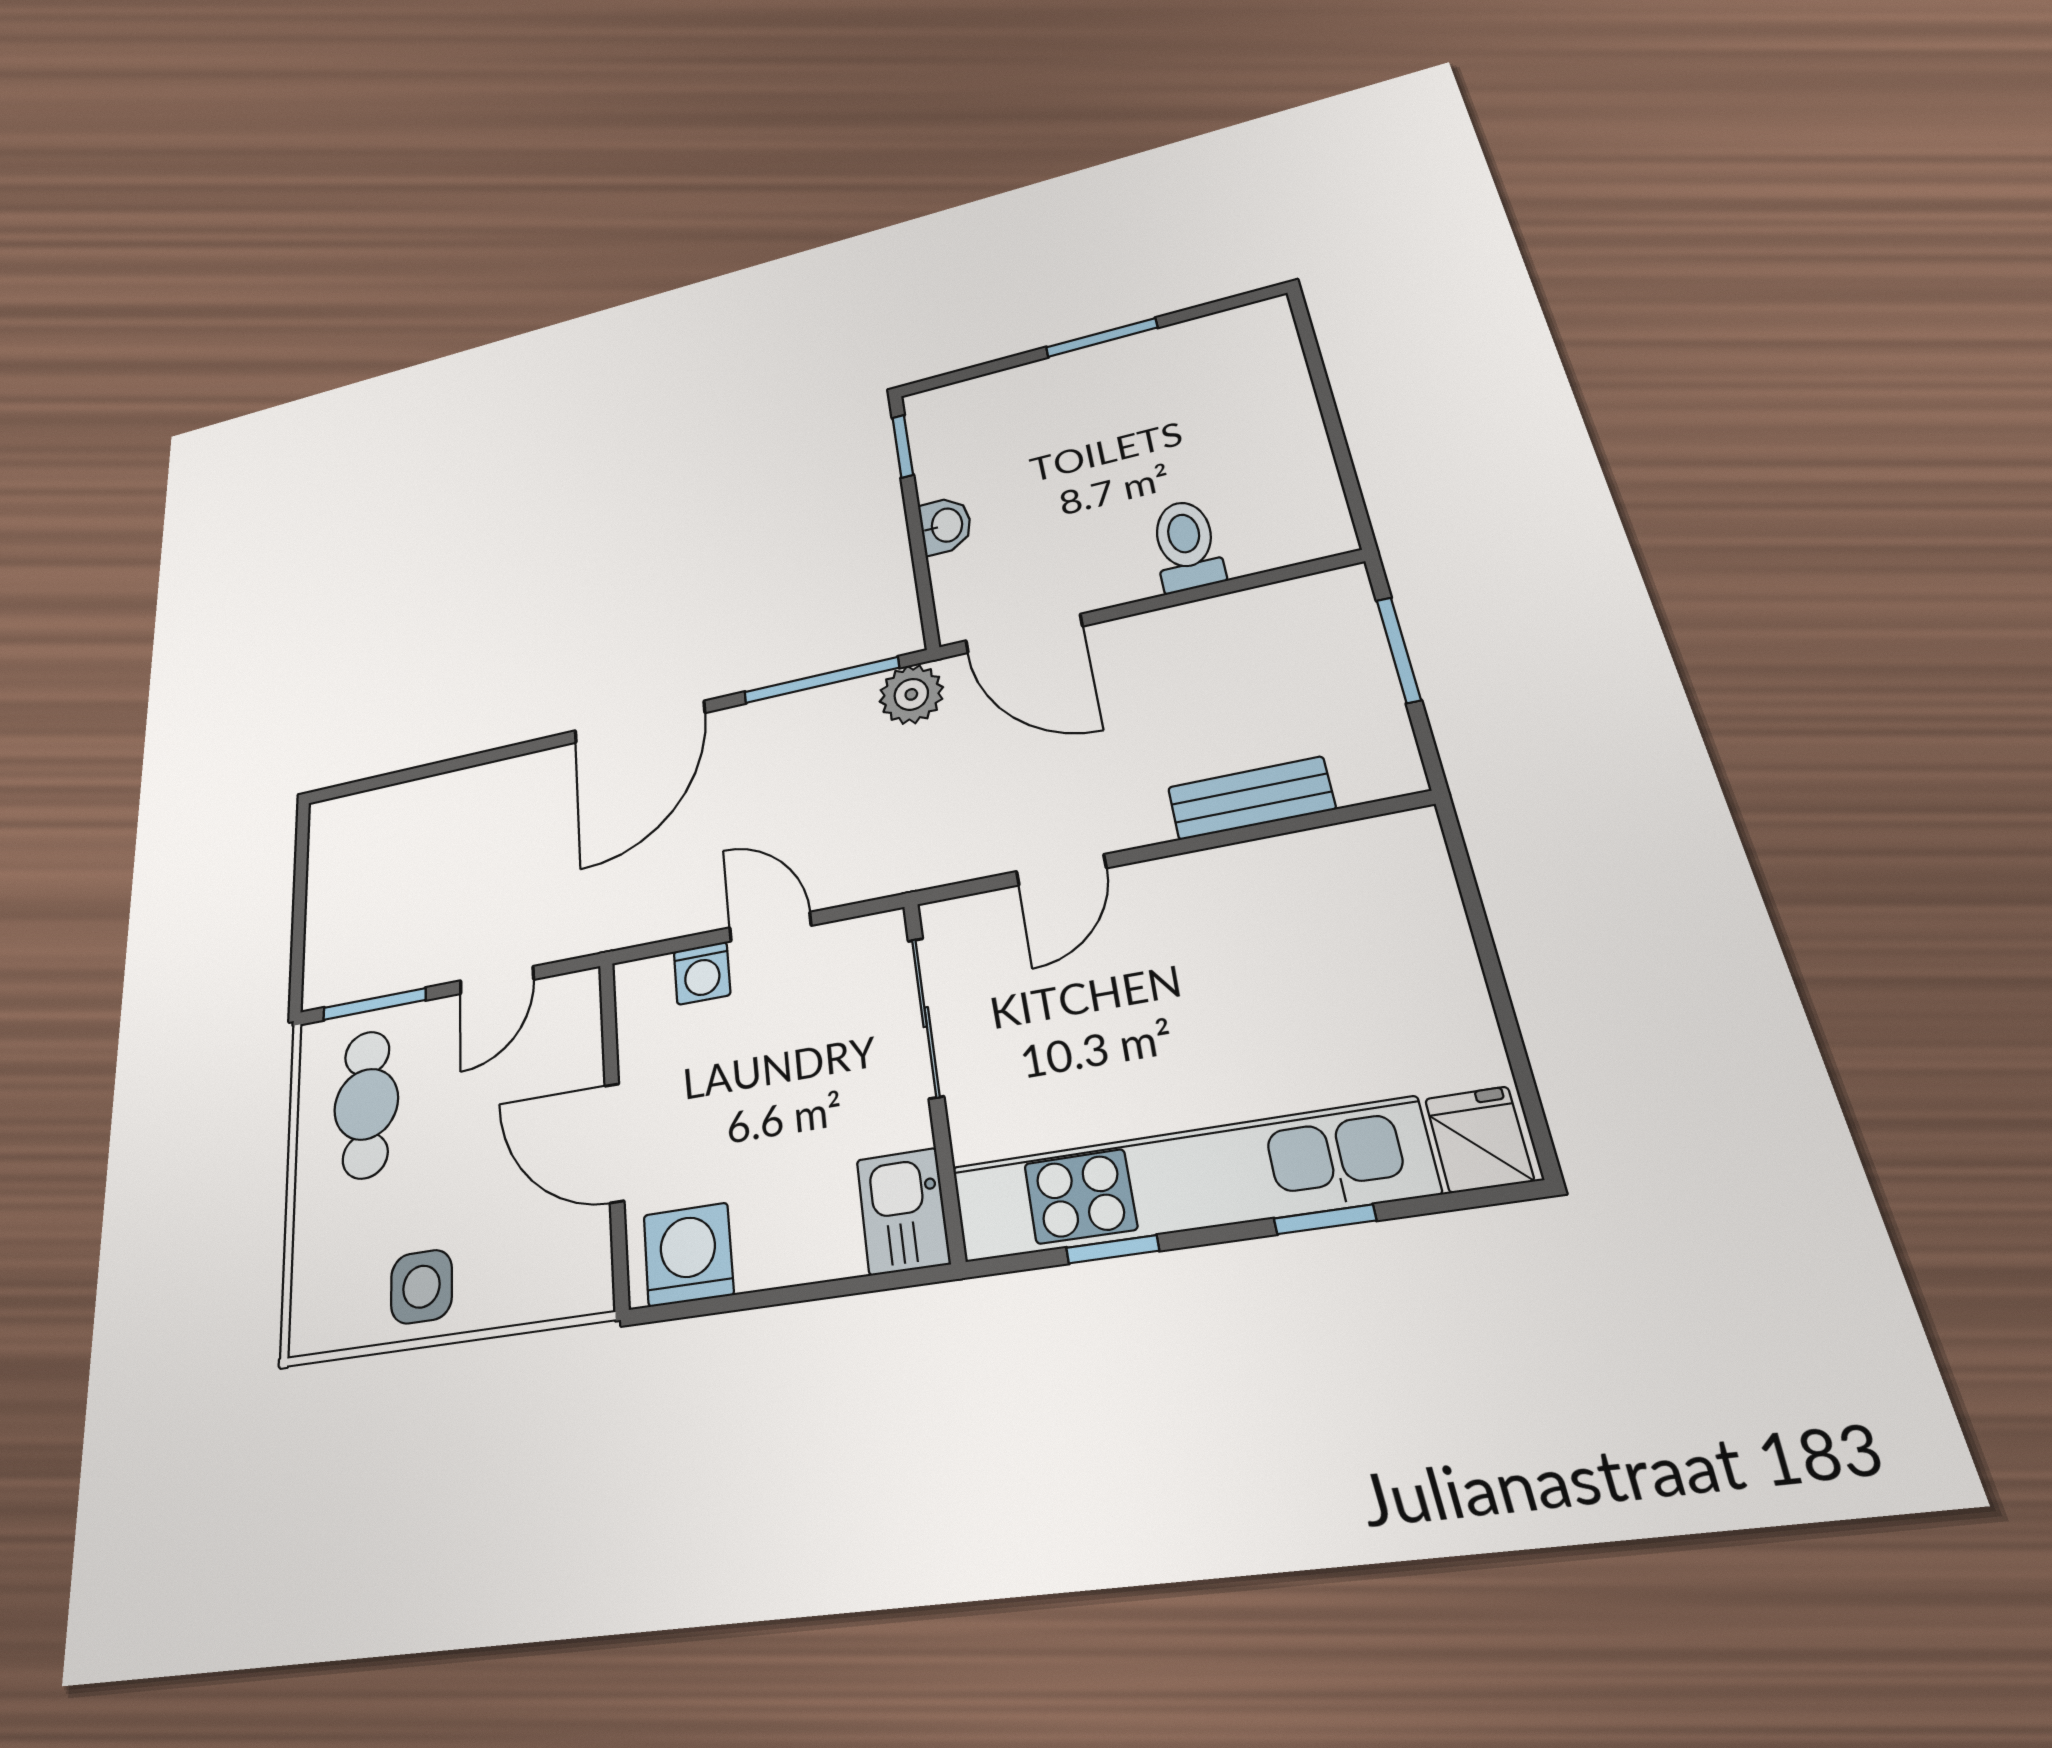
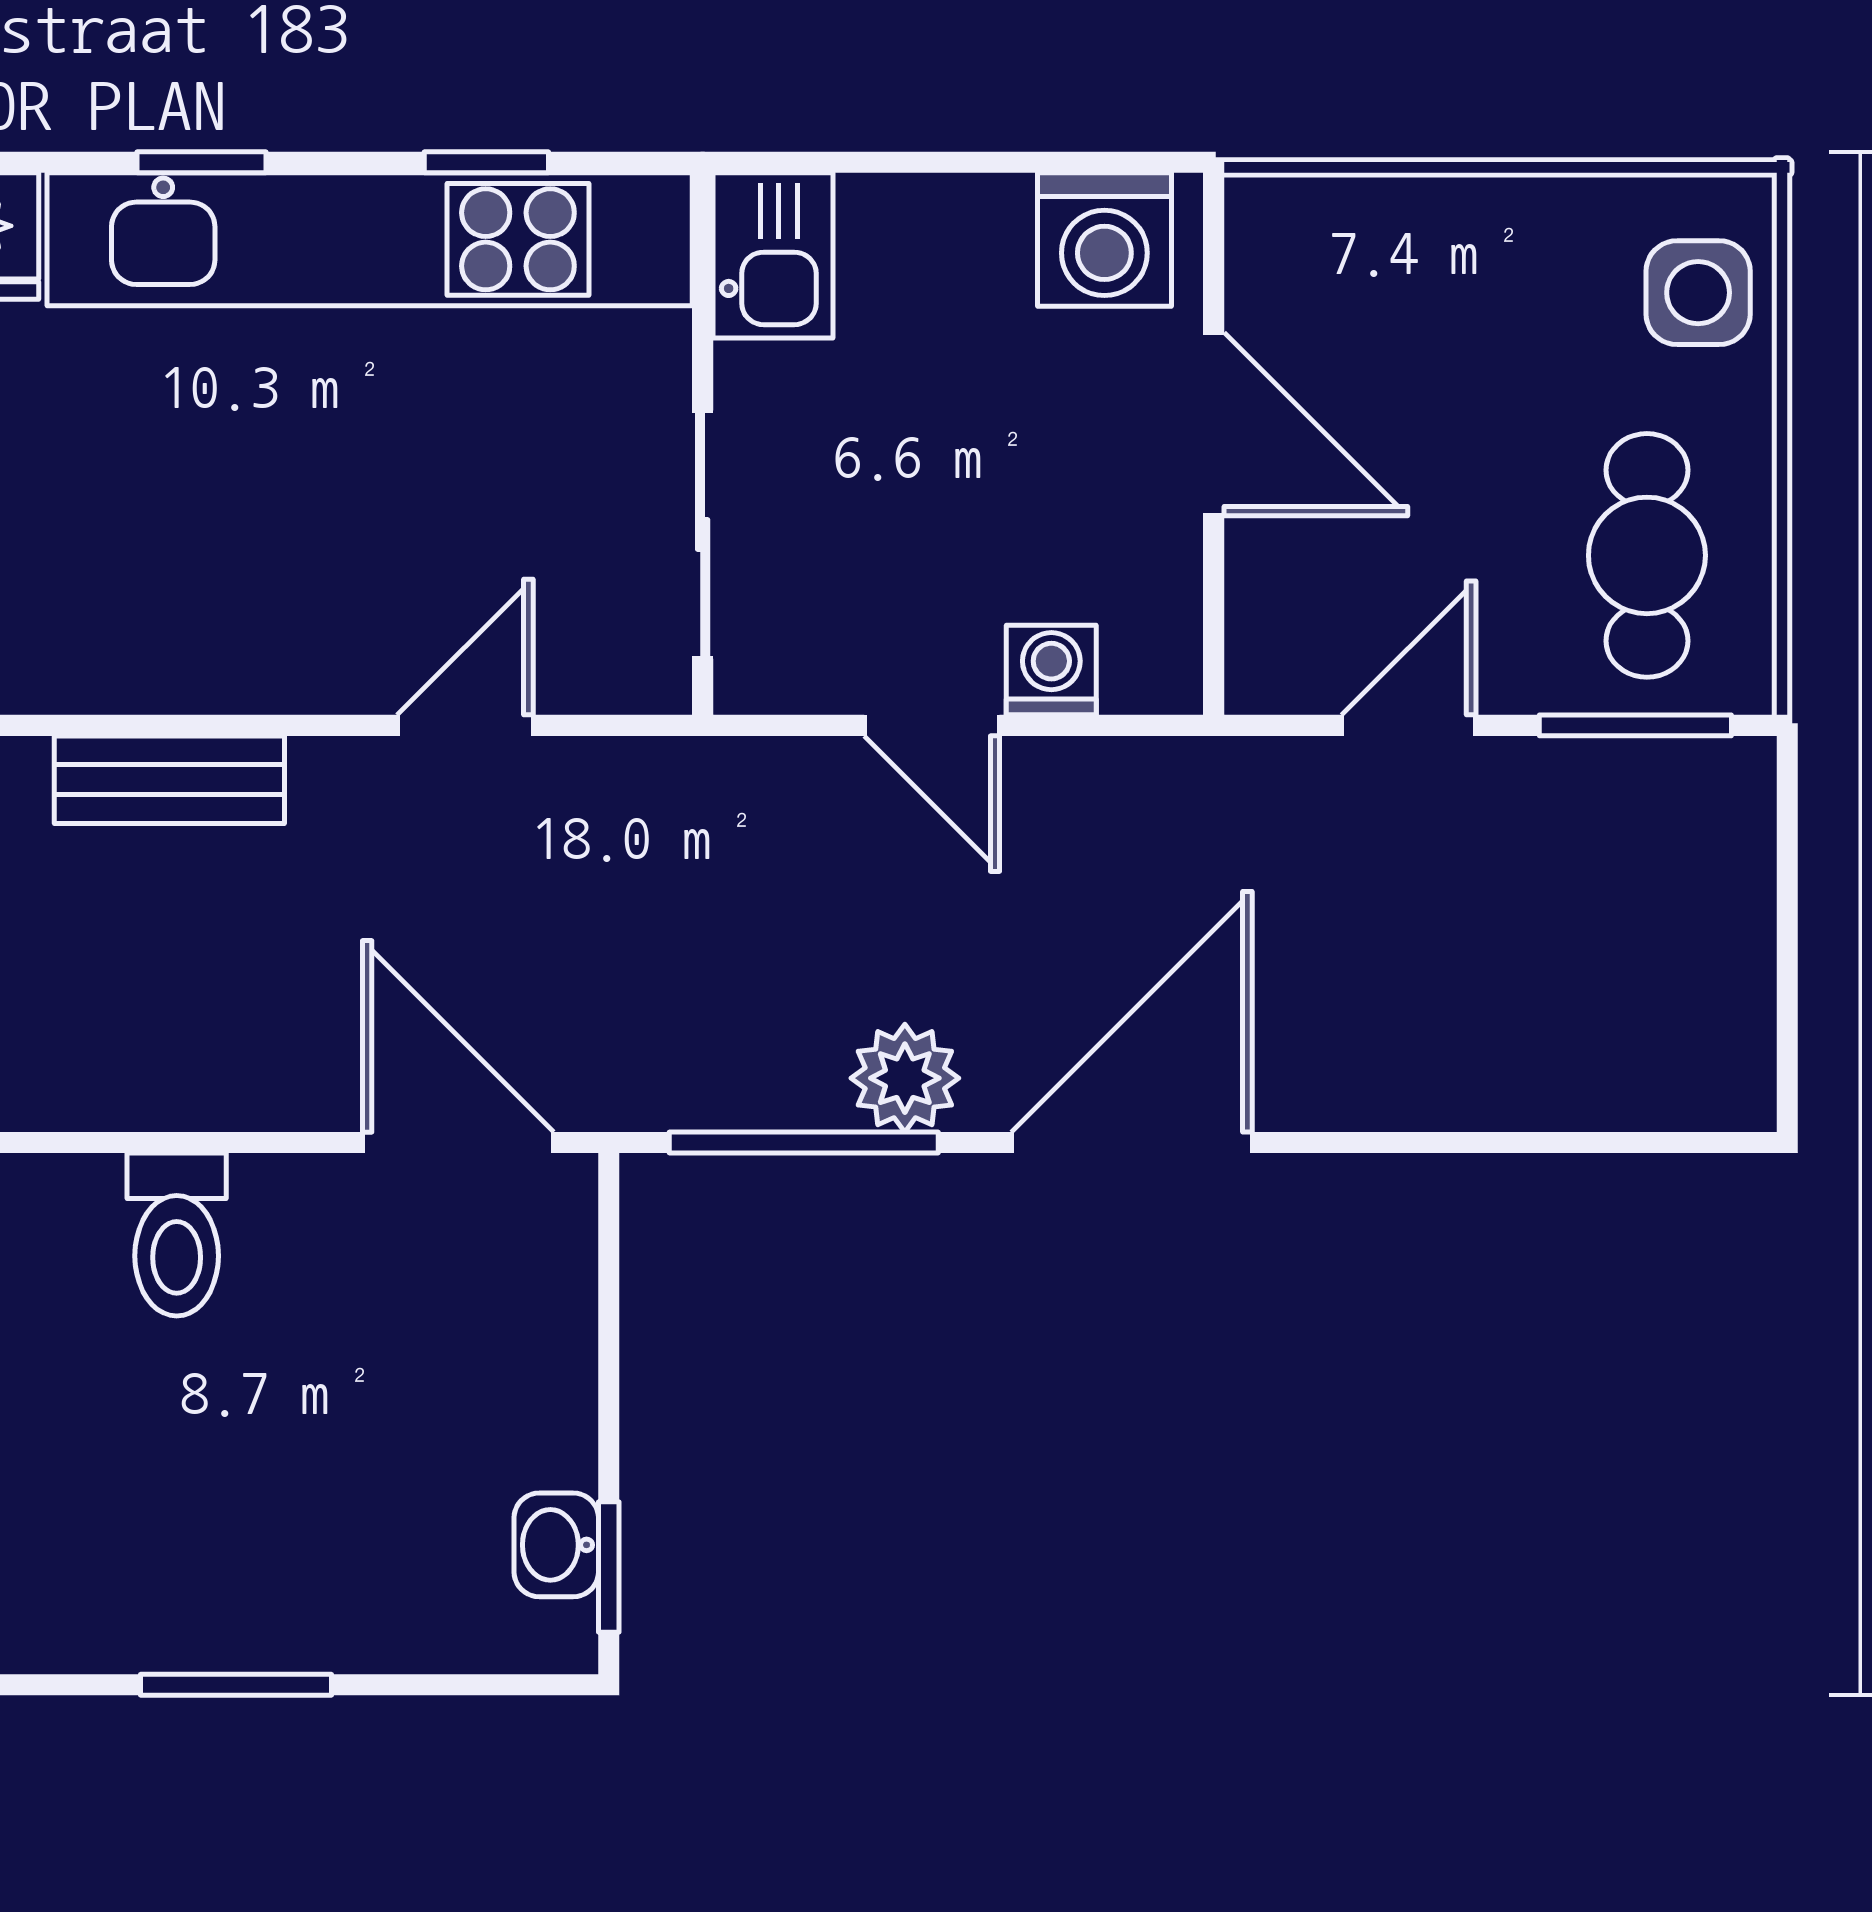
washbasin: (945, 525) -> (556, 1545), moved
plant: (911, 694) -> (905, 1078), moved
side table: (421, 1287) -> (1698, 293), moved

